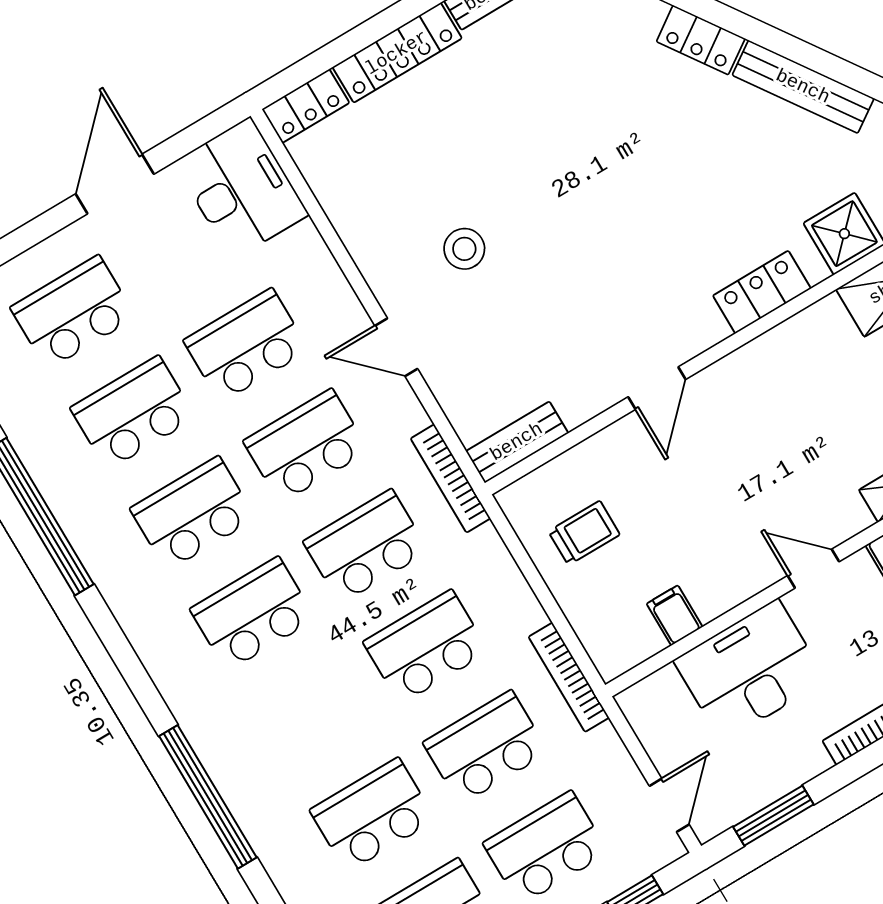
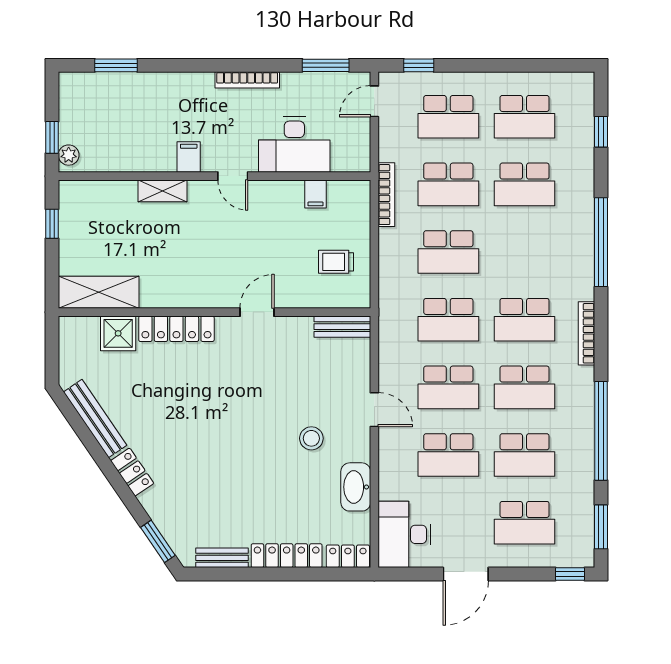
washbasin: (355, 216) -> (356, 487), added
locker: (762, 292) -> (176, 329), width x1.53
bookcase: (450, 478) -> (587, 333), moved, turned 180

